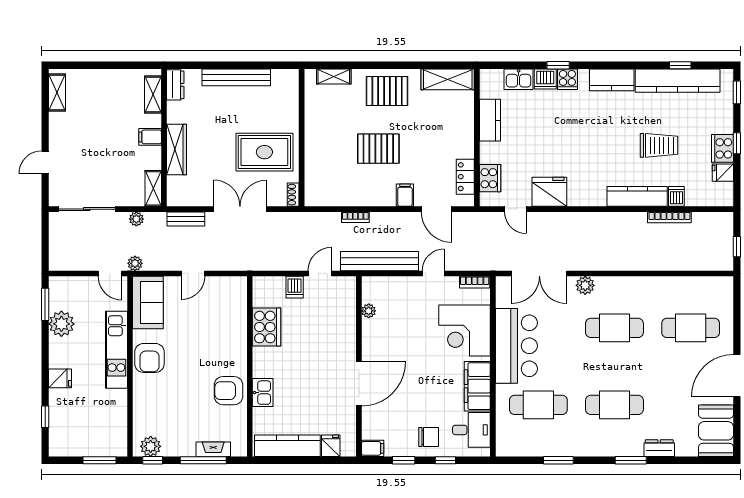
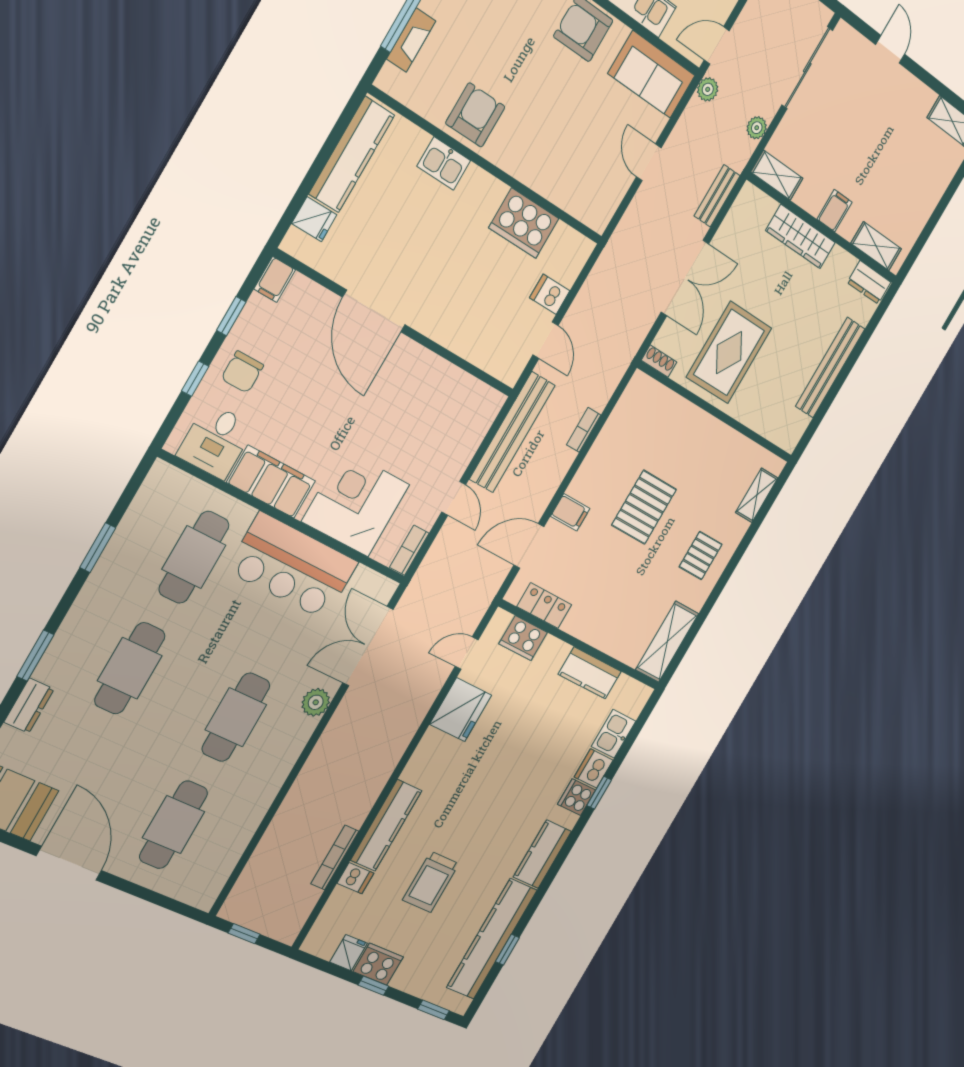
pallet: (387, 91) -> (701, 556), width x0.67, depth x0.71
plant: (369, 311) -> (460, 381), removed

